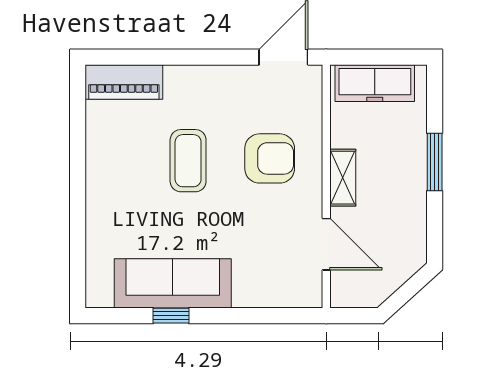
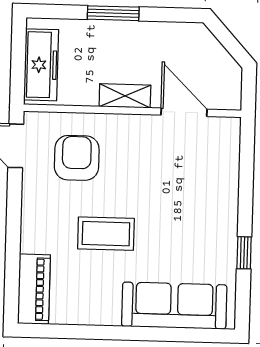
armchair: (270, 158) -> (77, 158), moved
door: (326, 244) -> (184, 112), hinge flipped
sofa: (173, 283) -> (174, 306), moved, turned 90

